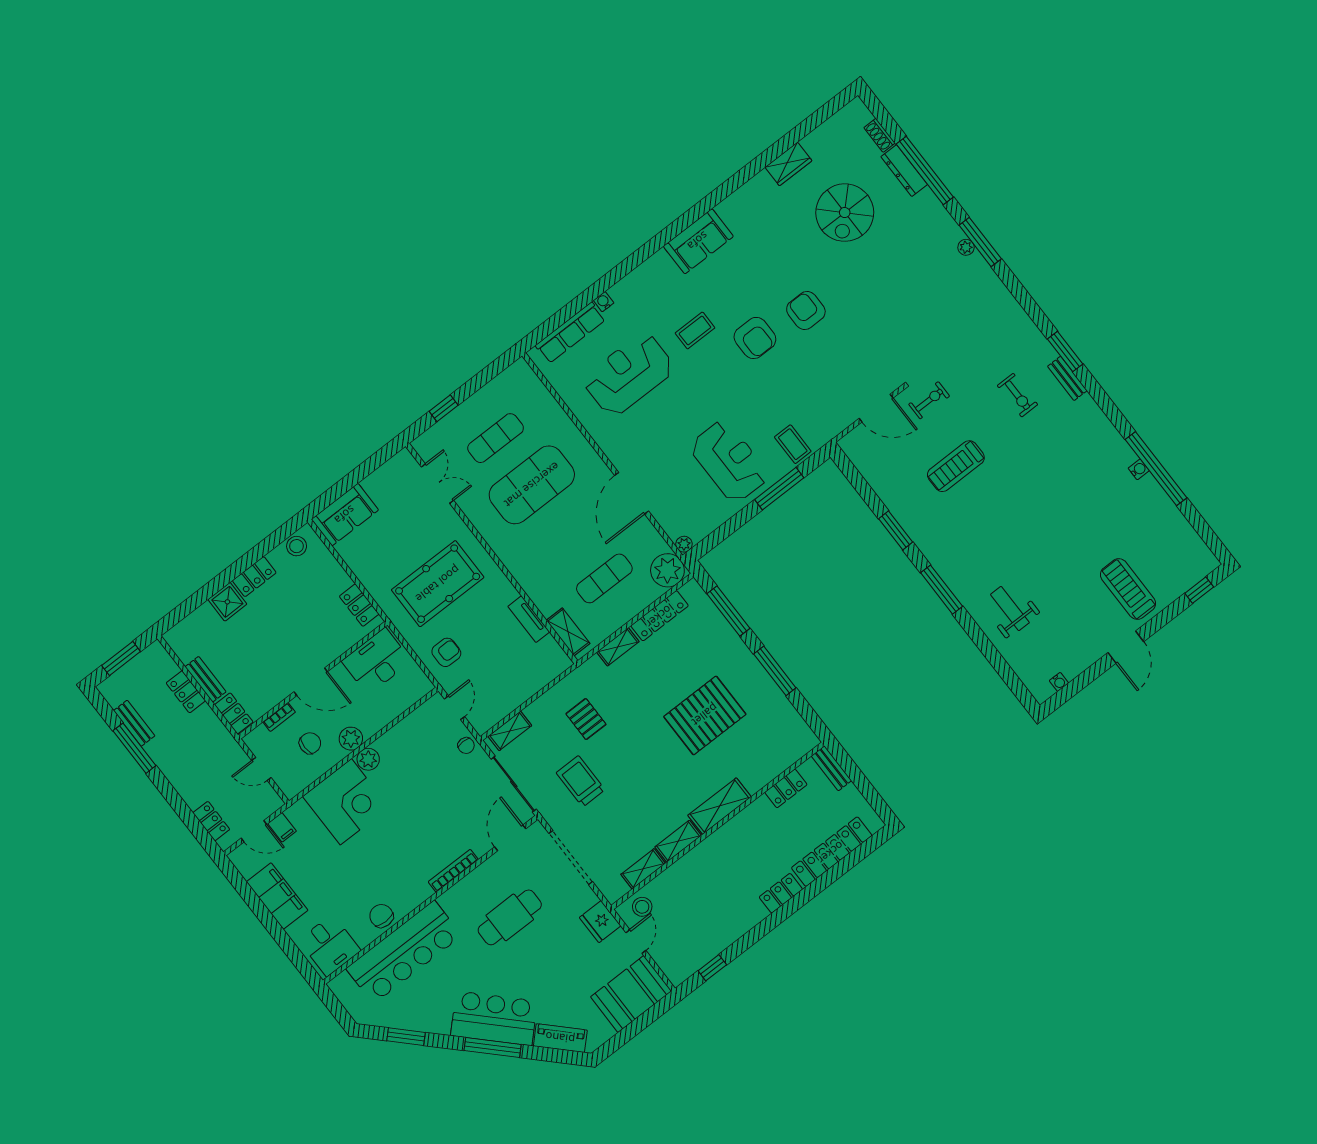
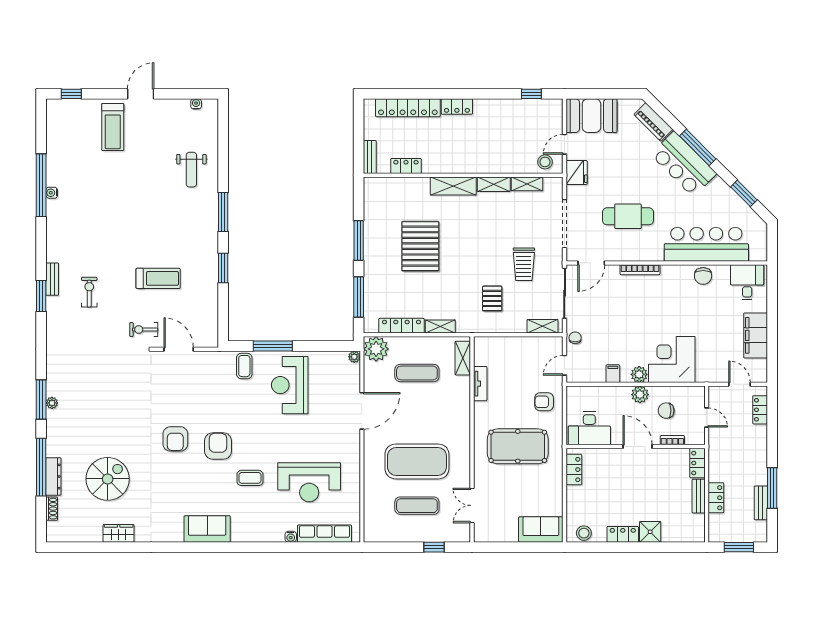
pallet: (705, 715) -> (420, 246), turned 90
filing cabinet: (282, 827) -> (613, 374), moved

